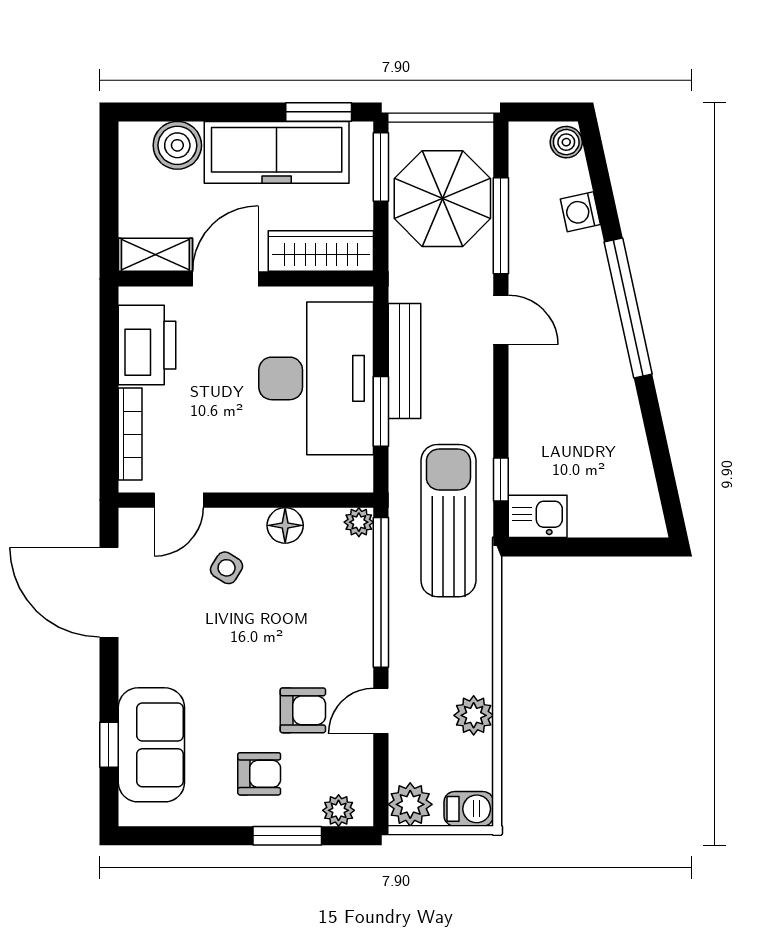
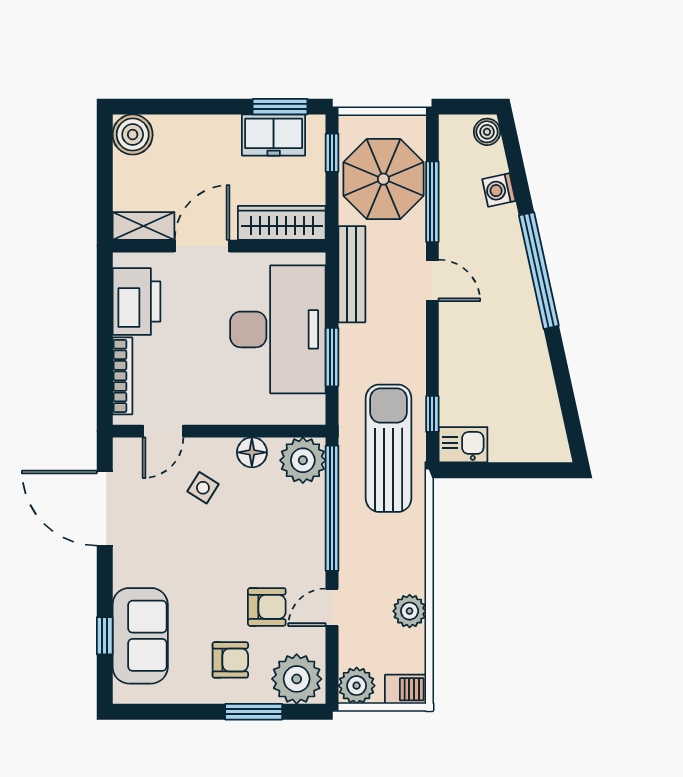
boiler: (177, 145) -> (133, 135), moved
freezer: (277, 152) -> (274, 135), width x0.52, depth x0.79
window: (381, 167) -> (332, 153), width x0.67
bench: (404, 361) -> (352, 274), moved
plant: (359, 522) -> (303, 460), width x1.87, depth x1.87
plant: (339, 810) -> (297, 679), width x1.87, depth x1.87

